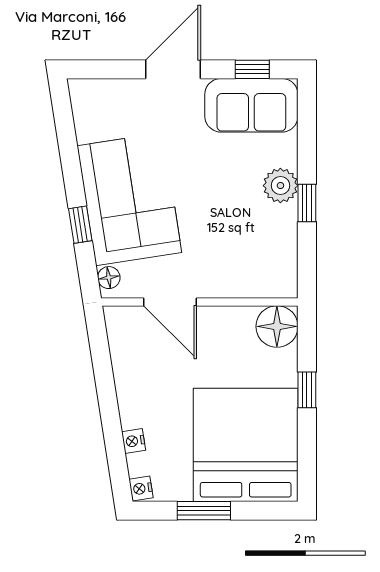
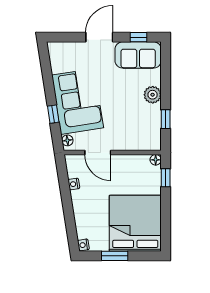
window: (307, 203) -> (166, 119), moved
floor lamp: (277, 326) -> (156, 160), width x0.53, depth x0.53
window: (307, 390) -> (166, 178), moved
nightstand: (134, 441) -> (74, 184), moved

